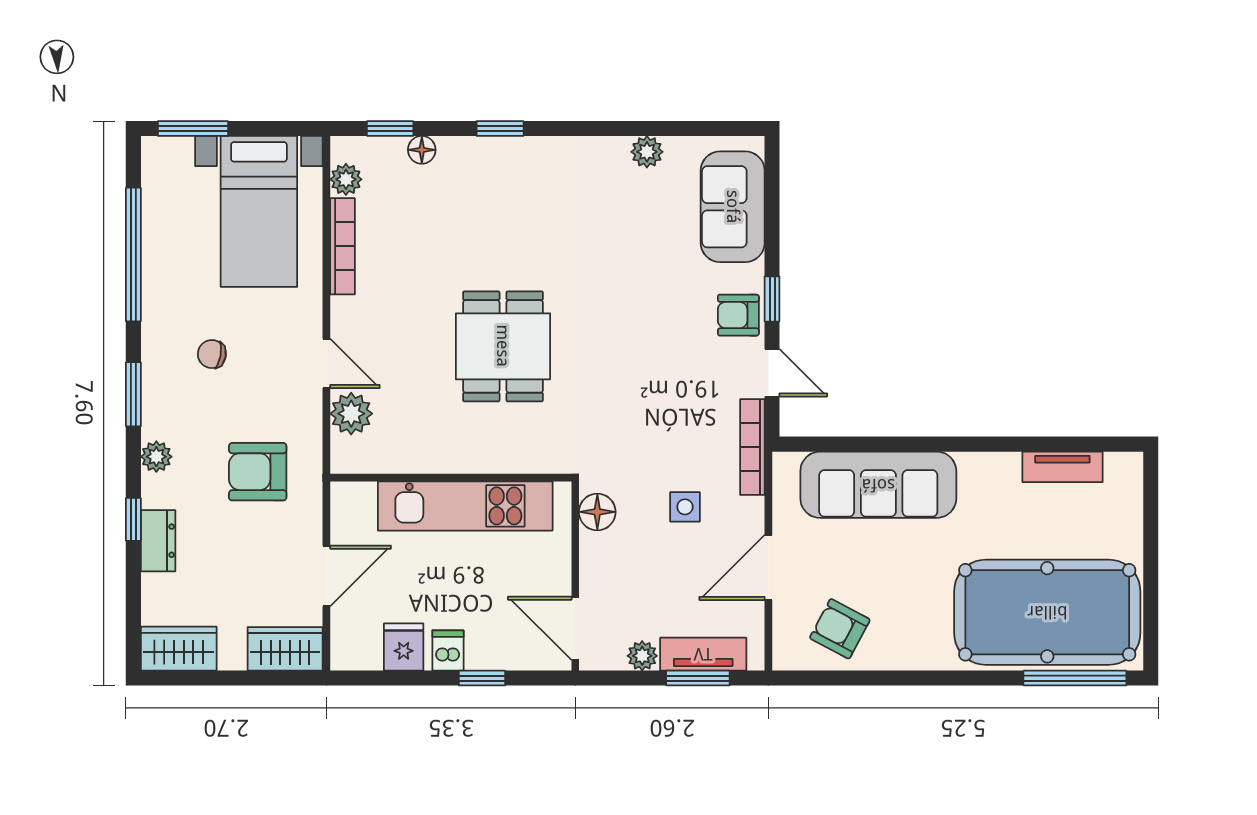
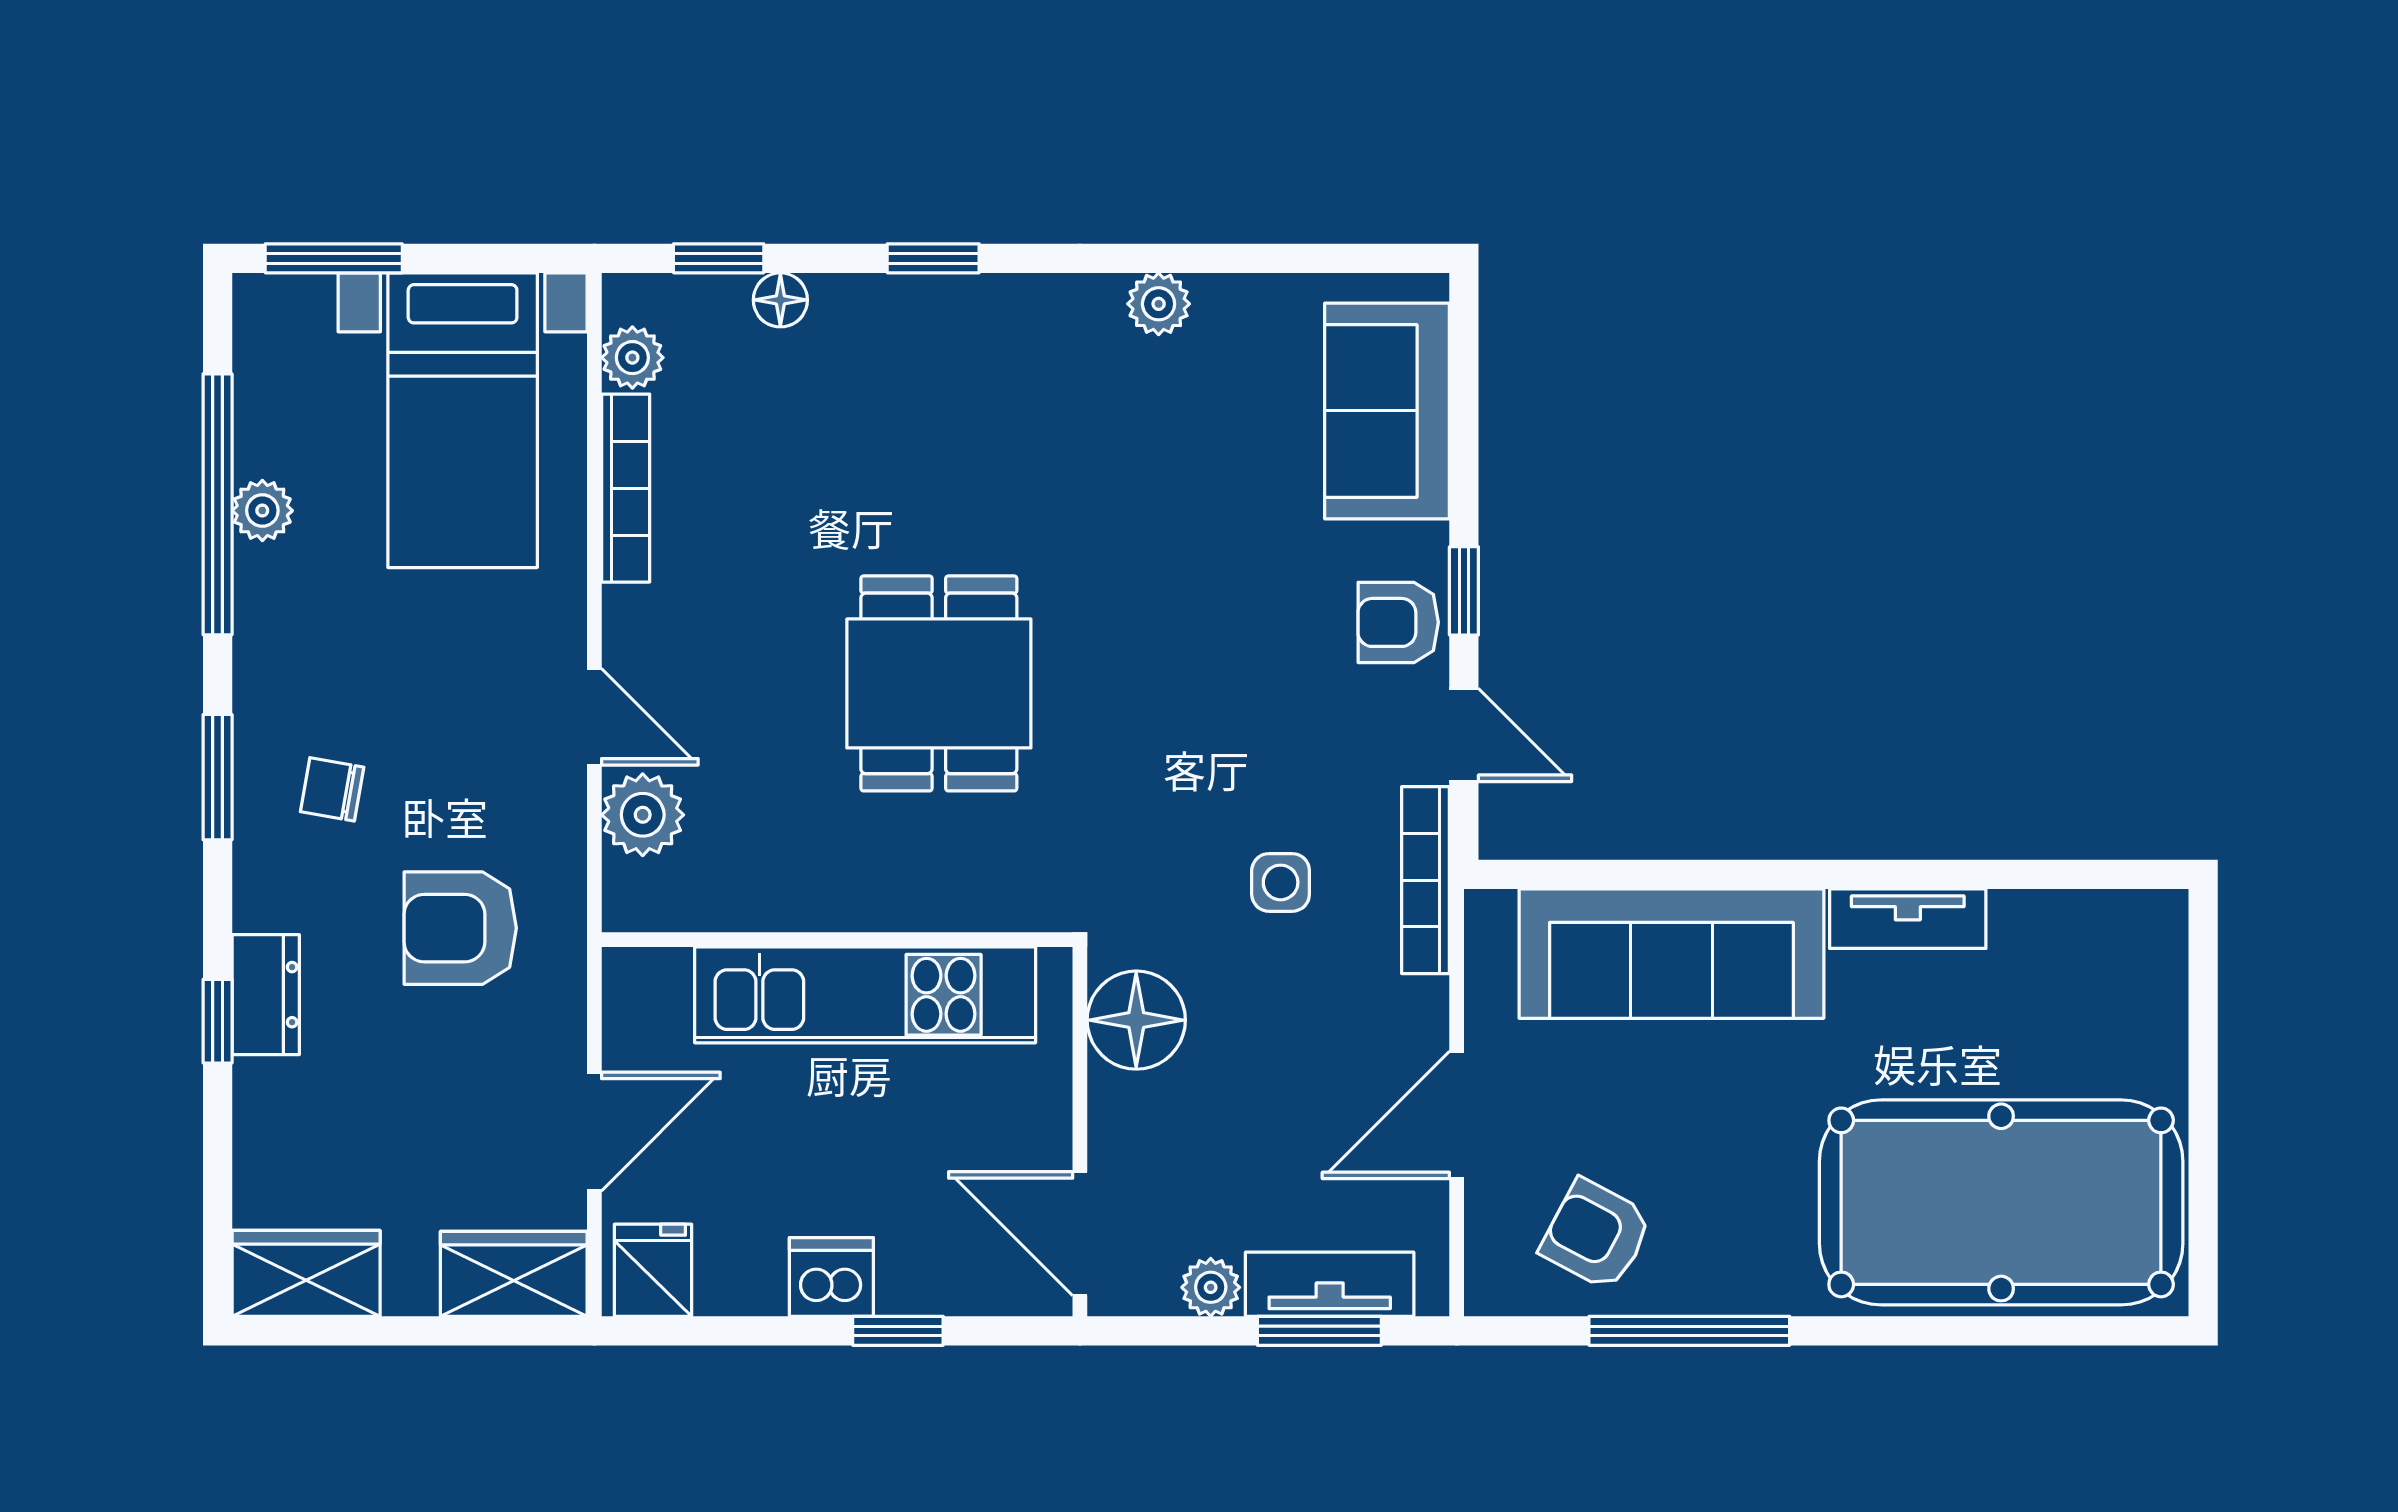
plant: (647, 152) -> (1159, 304), moved
chair: (212, 354) -> (332, 789), moved
plant: (156, 457) -> (262, 511), moved
tv unit: (1062, 467) -> (1908, 919), moved
side table: (685, 507) -> (1281, 882), moved
floor lamp: (597, 512) -> (1136, 1020), width x1.38, depth x1.38
dresser: (158, 541) -> (266, 995), moved
fridge: (404, 647) -> (653, 1270), moved
dishwasher: (448, 650) -> (831, 1277), width x1.38
window: (1075, 678) -> (1689, 1331), moved

